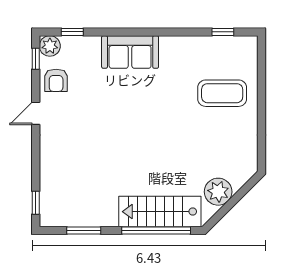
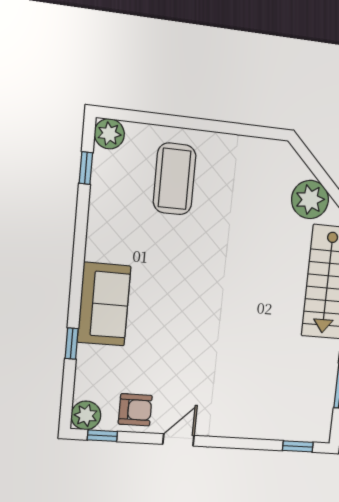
window: (72, 32) -> (72, 343), moved
plant: (248, 46) -> (109, 134), added
door: (36, 113) -> (178, 440), swing flipped

